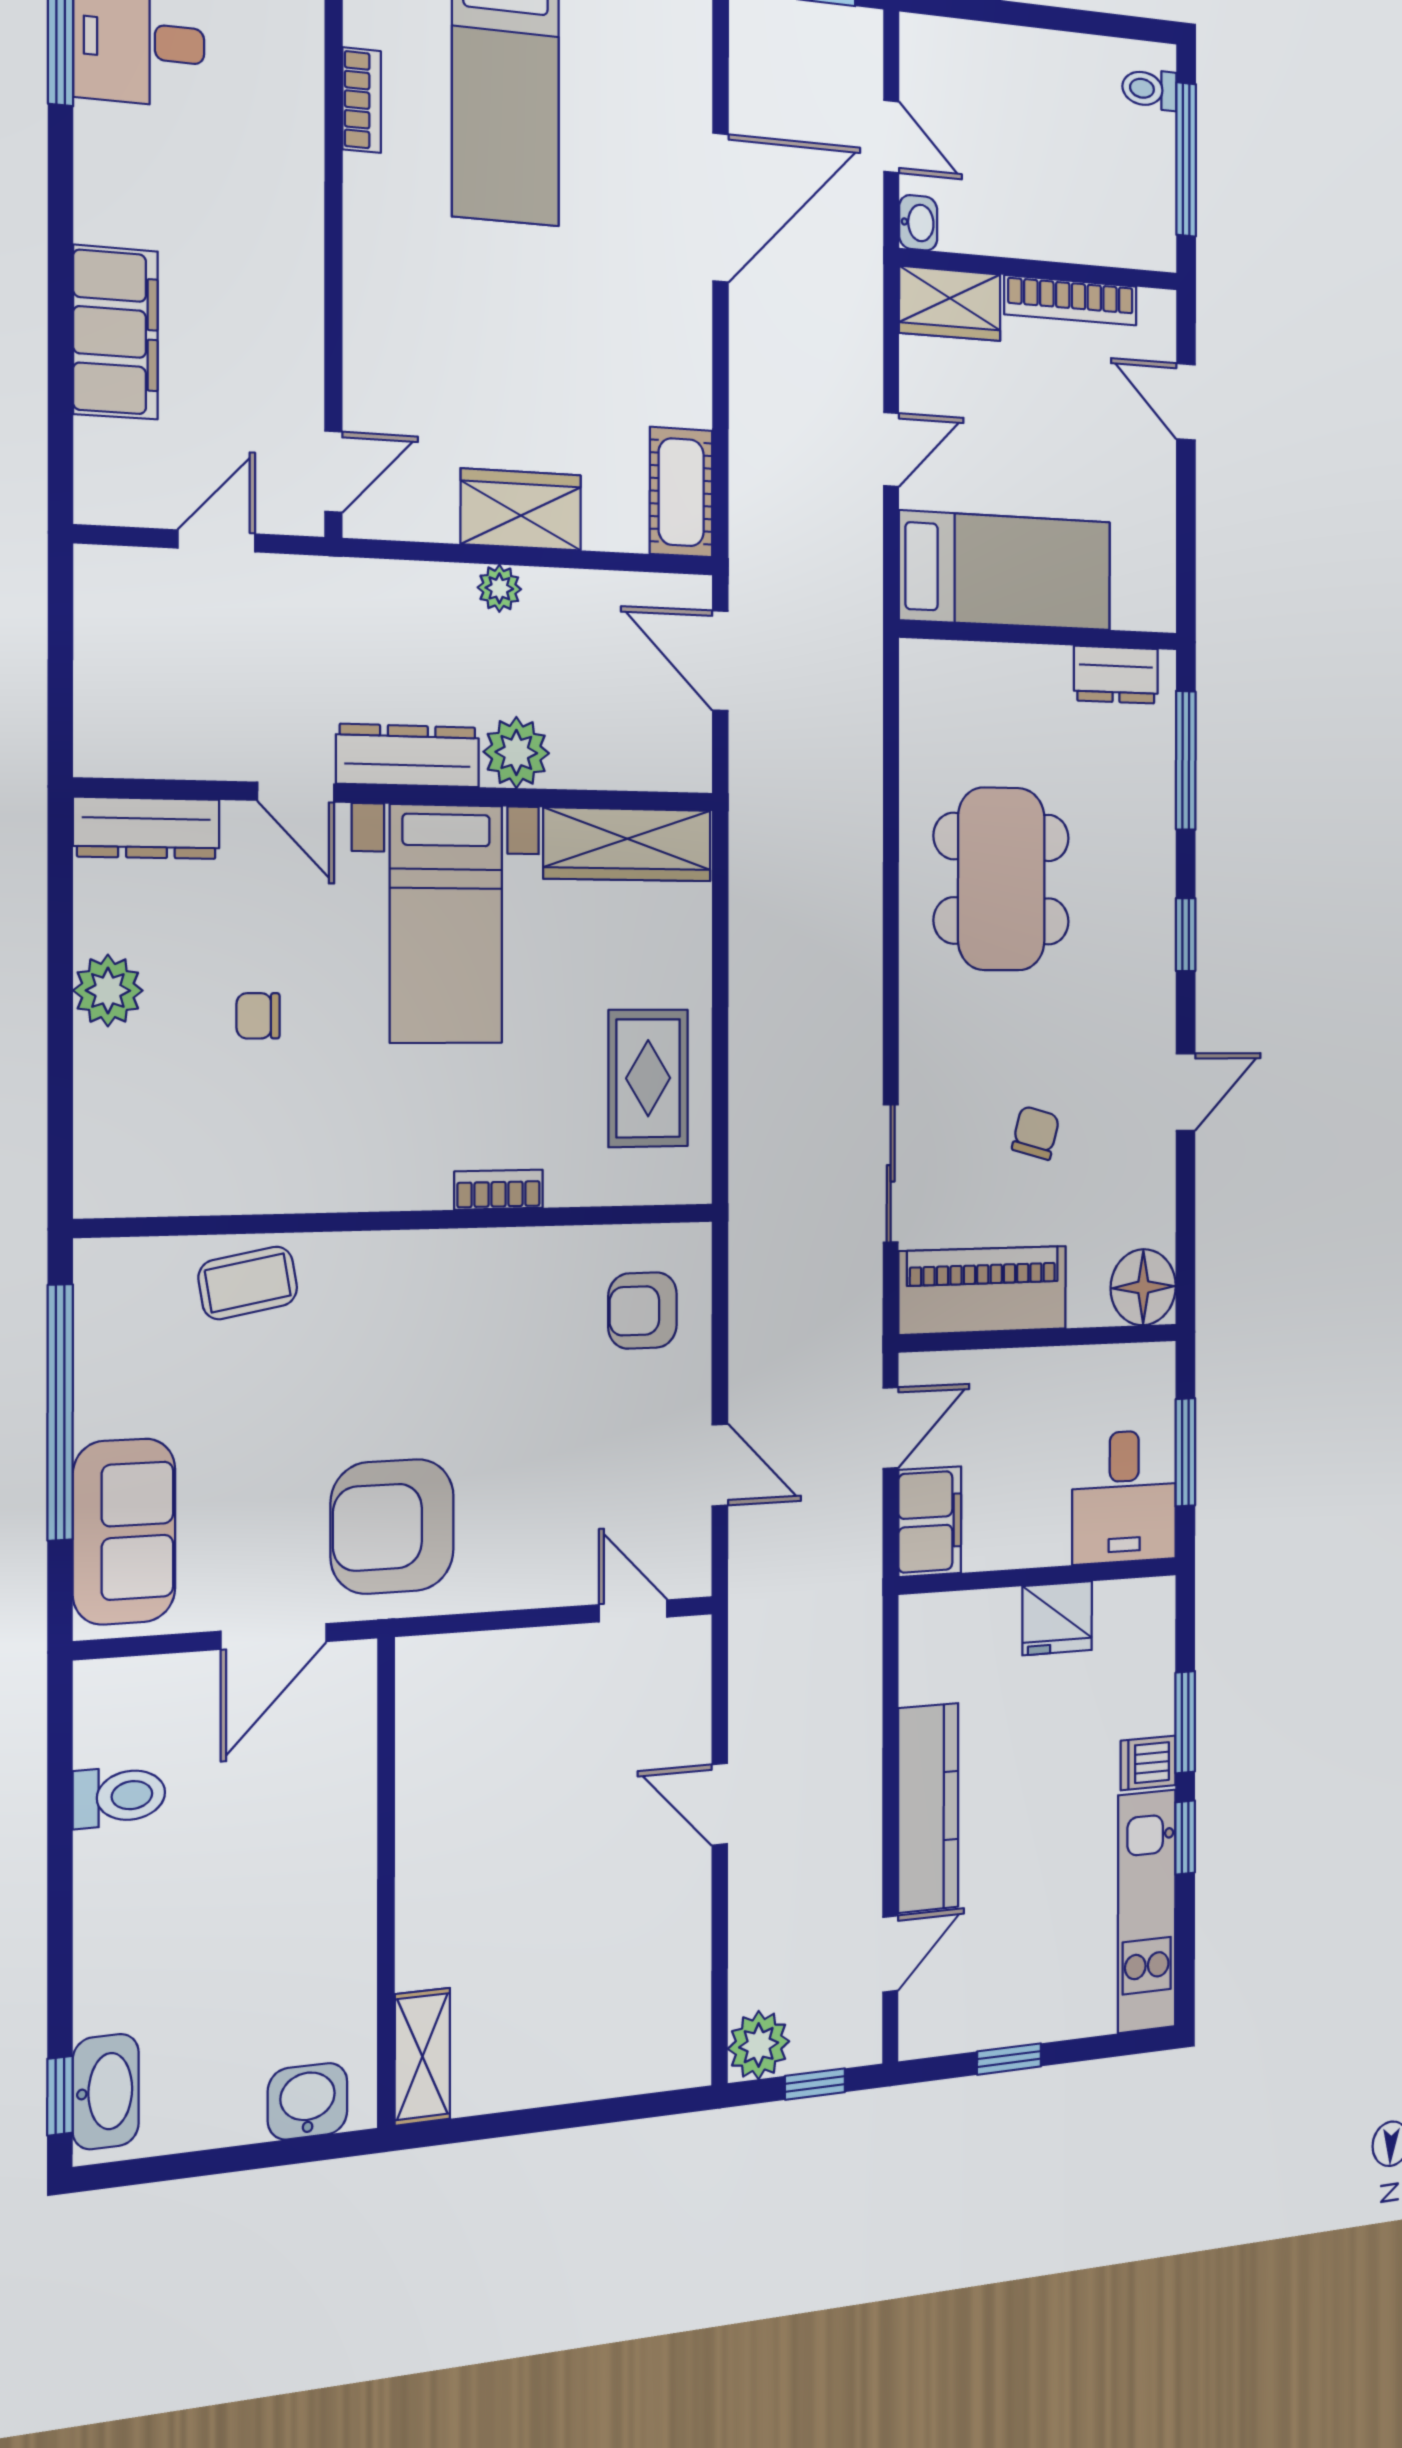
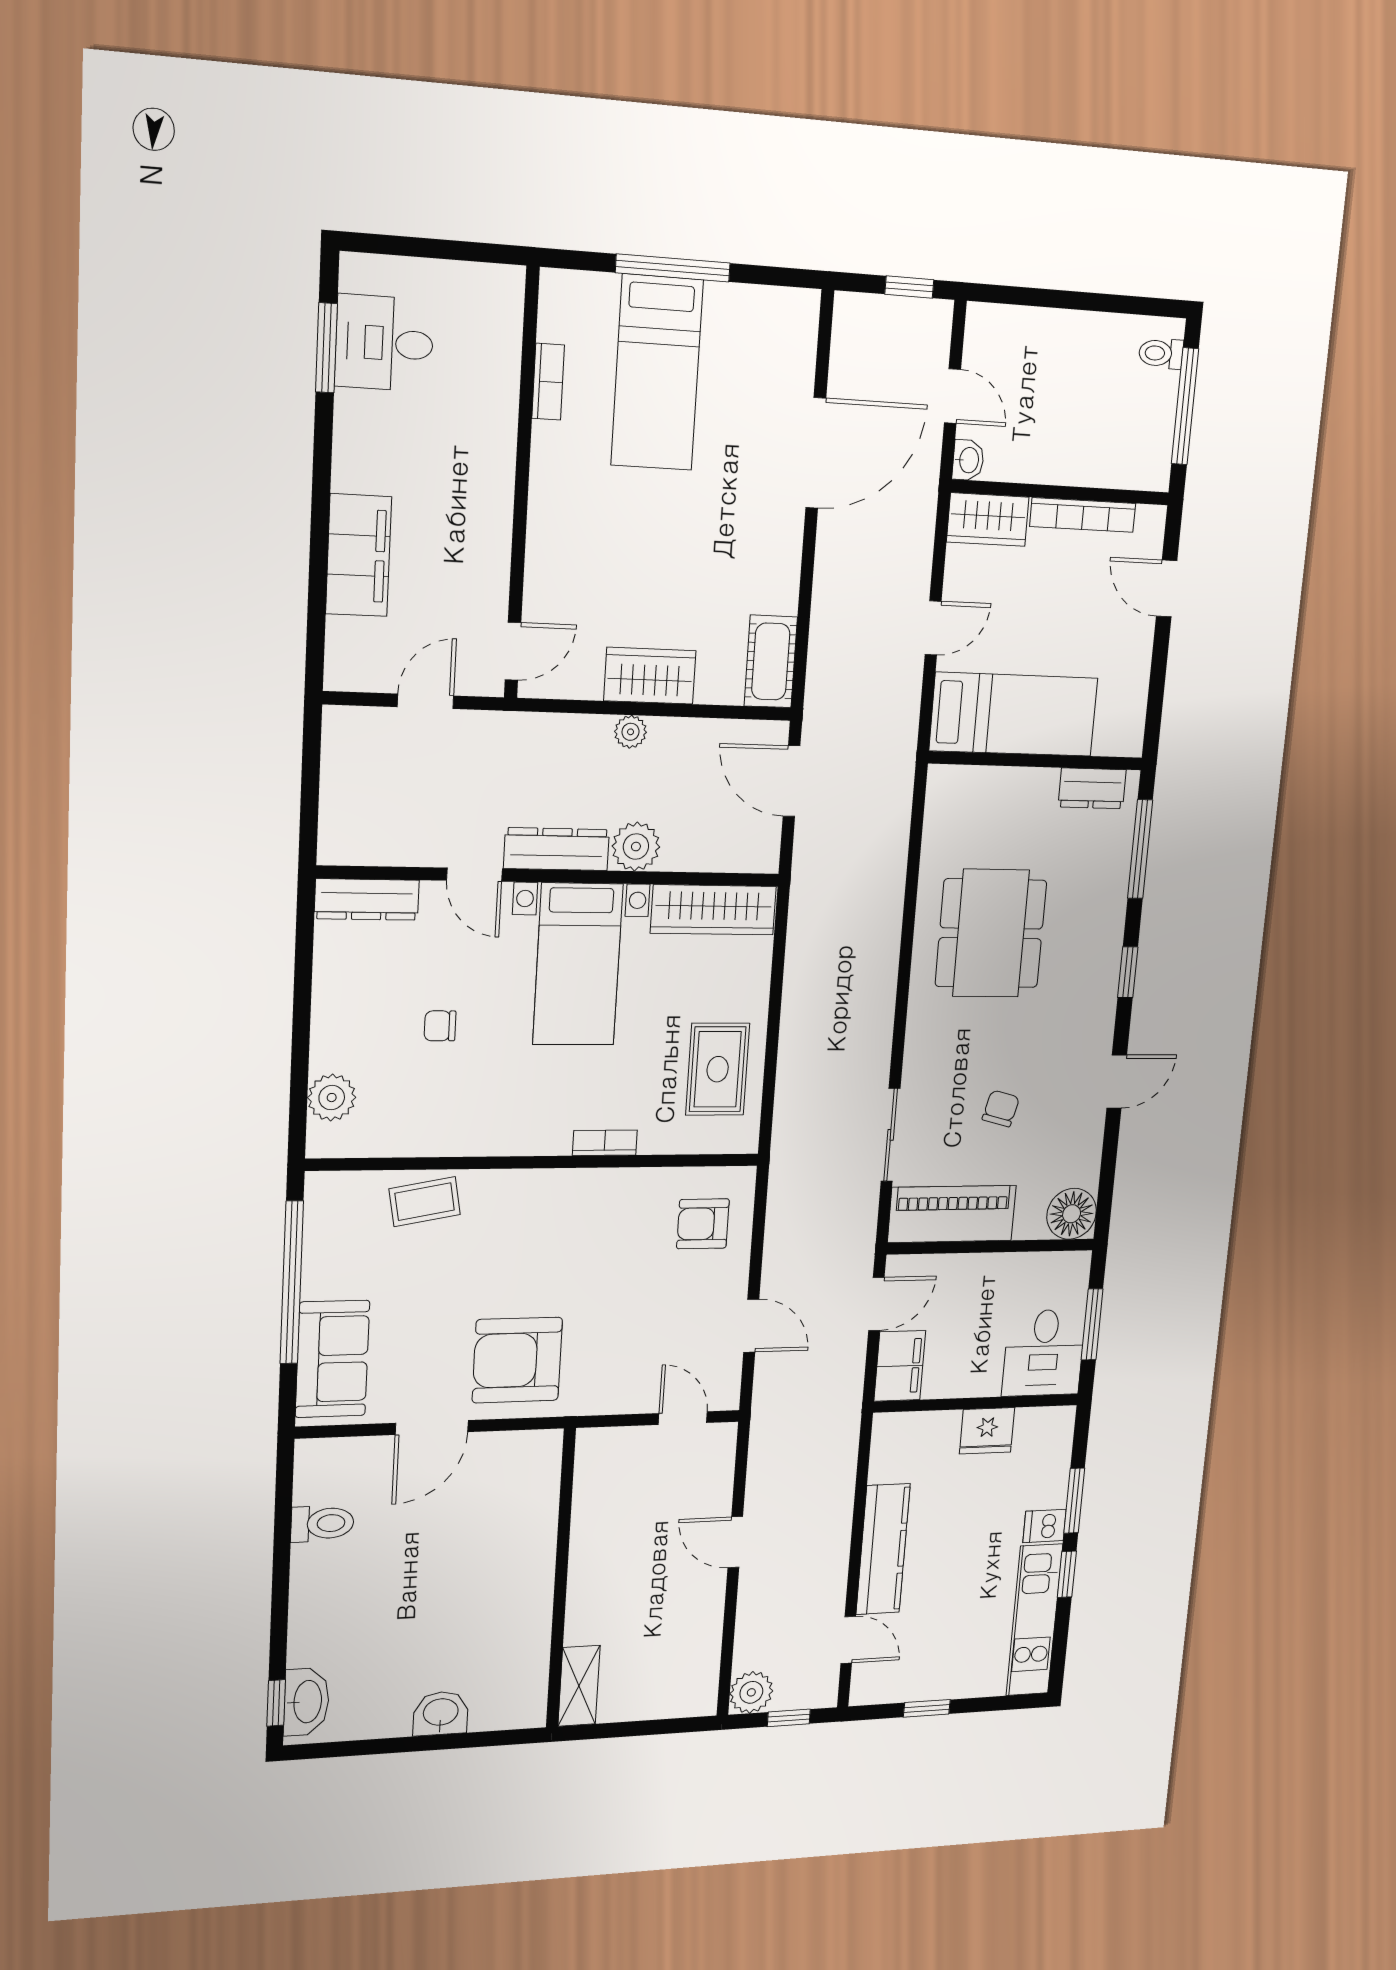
plant: (108, 991) -> (332, 1098), moved
wall: (386, 1882) -> (561, 1579), moved
door: (890, 1954) -> (848, 1640), hinge flipped
shelving: (422, 2057) -> (579, 1686), moved

